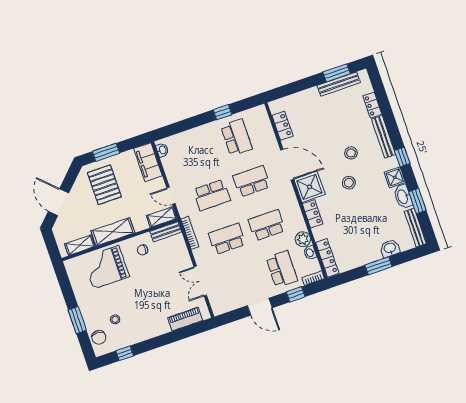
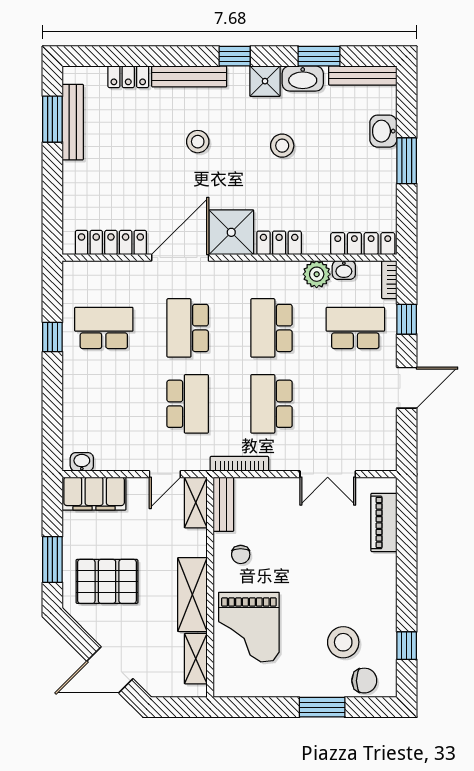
locker: (282, 126) -> (111, 243), width x1.53
stool: (349, 183) -> (282, 146), moved
stool: (115, 319) -> (343, 642), width x1.89, depth x1.89

